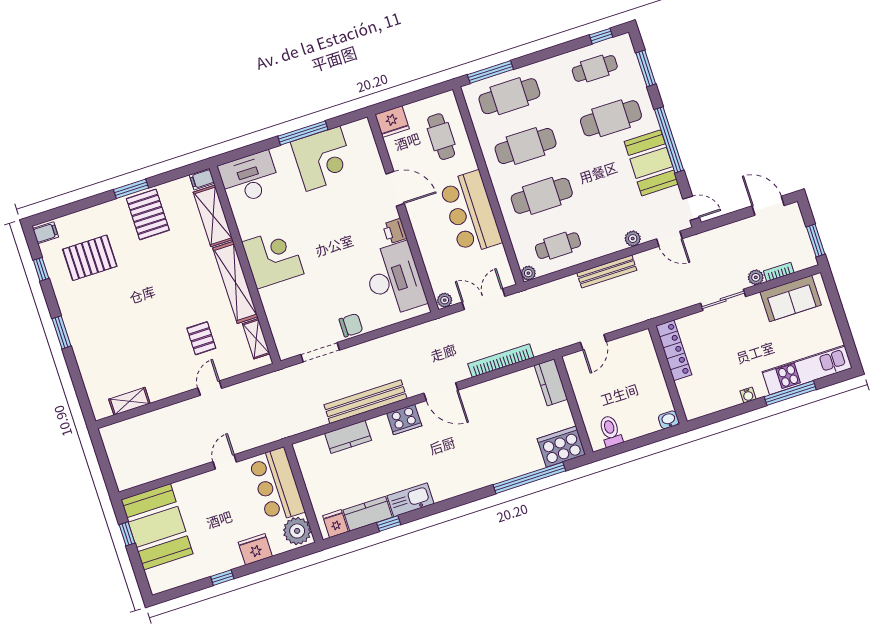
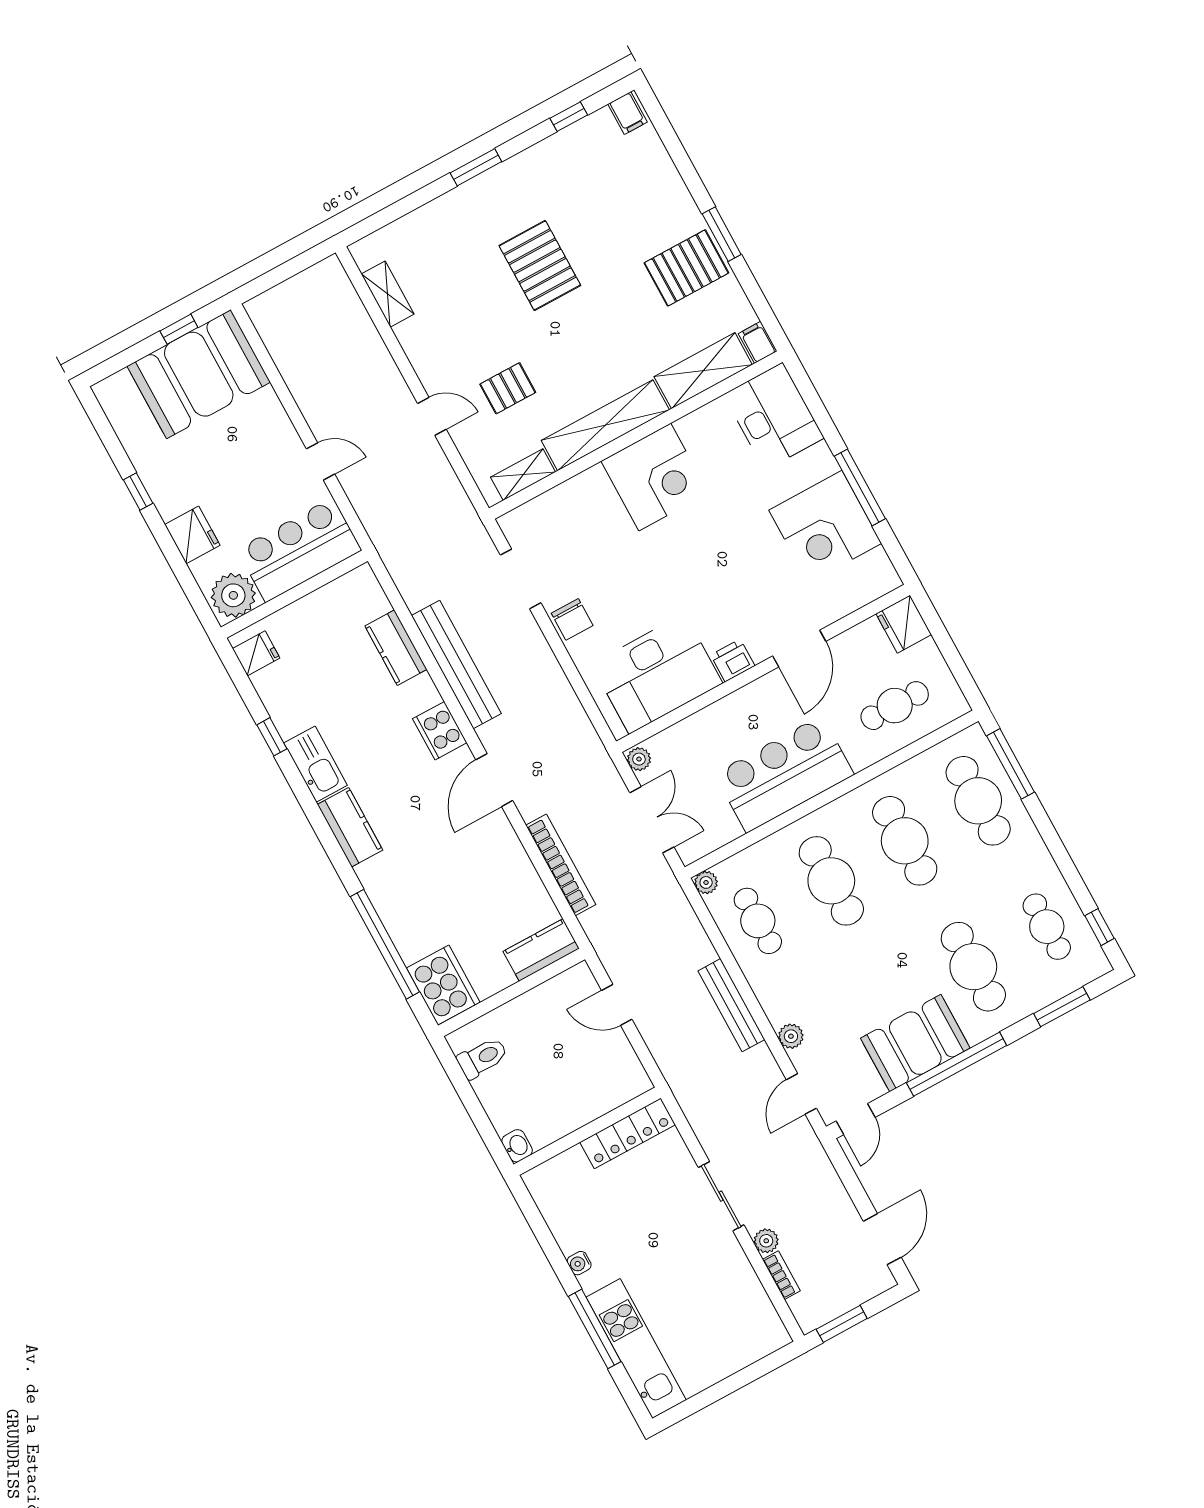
pallet: (90, 258) -> (540, 265), moved
sofa: (791, 298) -> (743, 1302), removed
kitchen counter: (368, 514) -> (350, 827), moved

